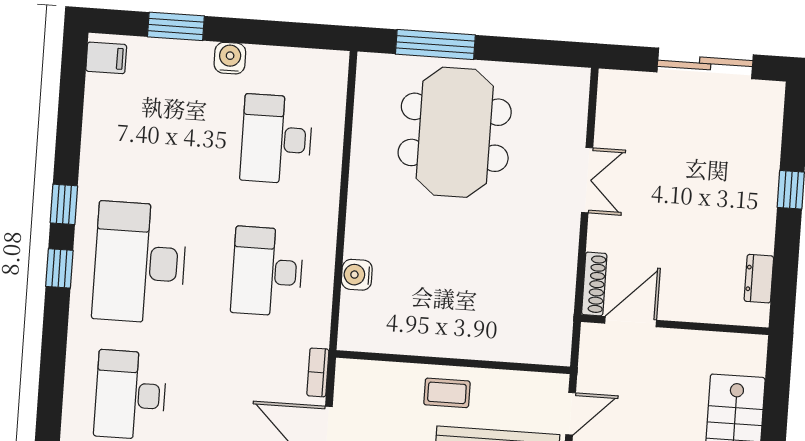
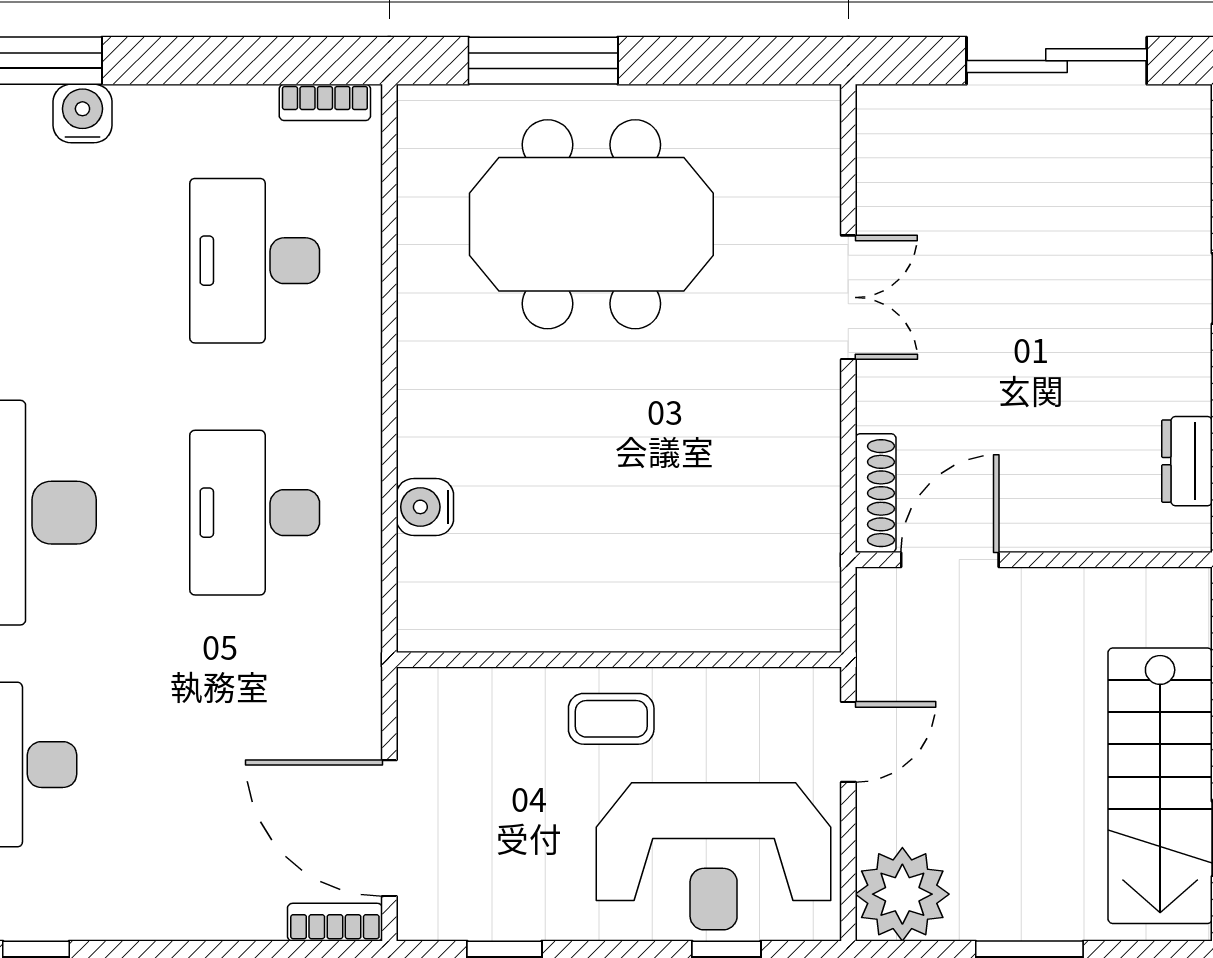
water cooler: (230, 58) -> (82, 113), moved
meeting table: (455, 132) -> (591, 224), turned 90
bookcase: (318, 372) -> (325, 102), moved, turned -90

